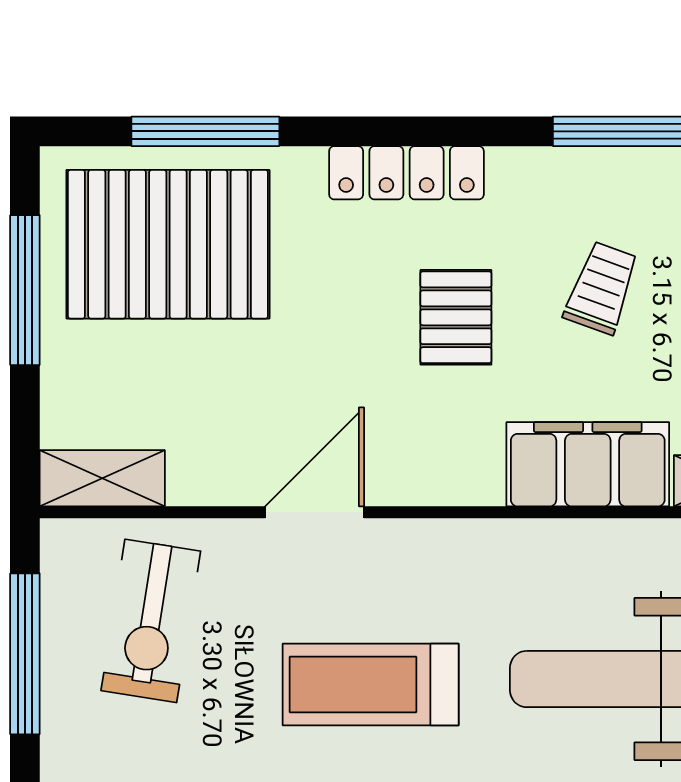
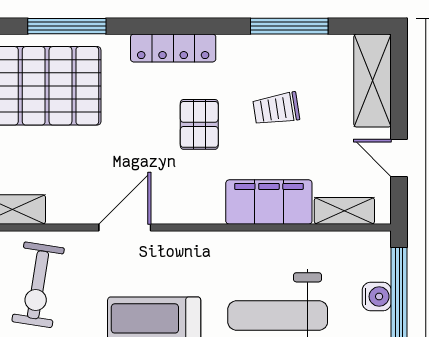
trolley: (602, 288) -> (276, 109), turned -119

